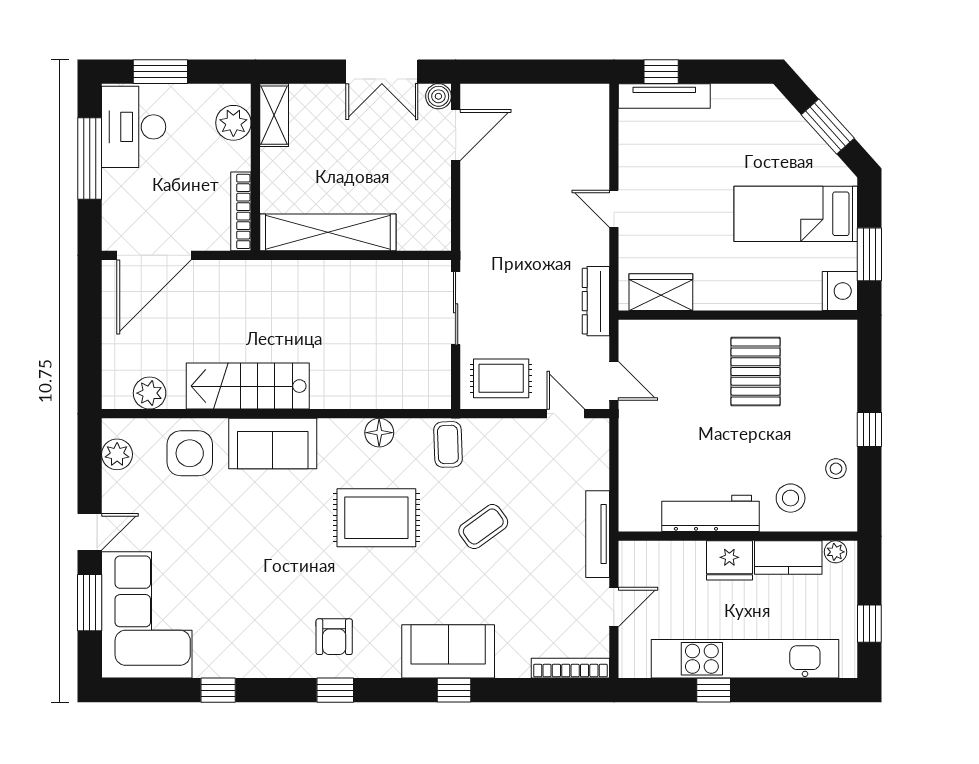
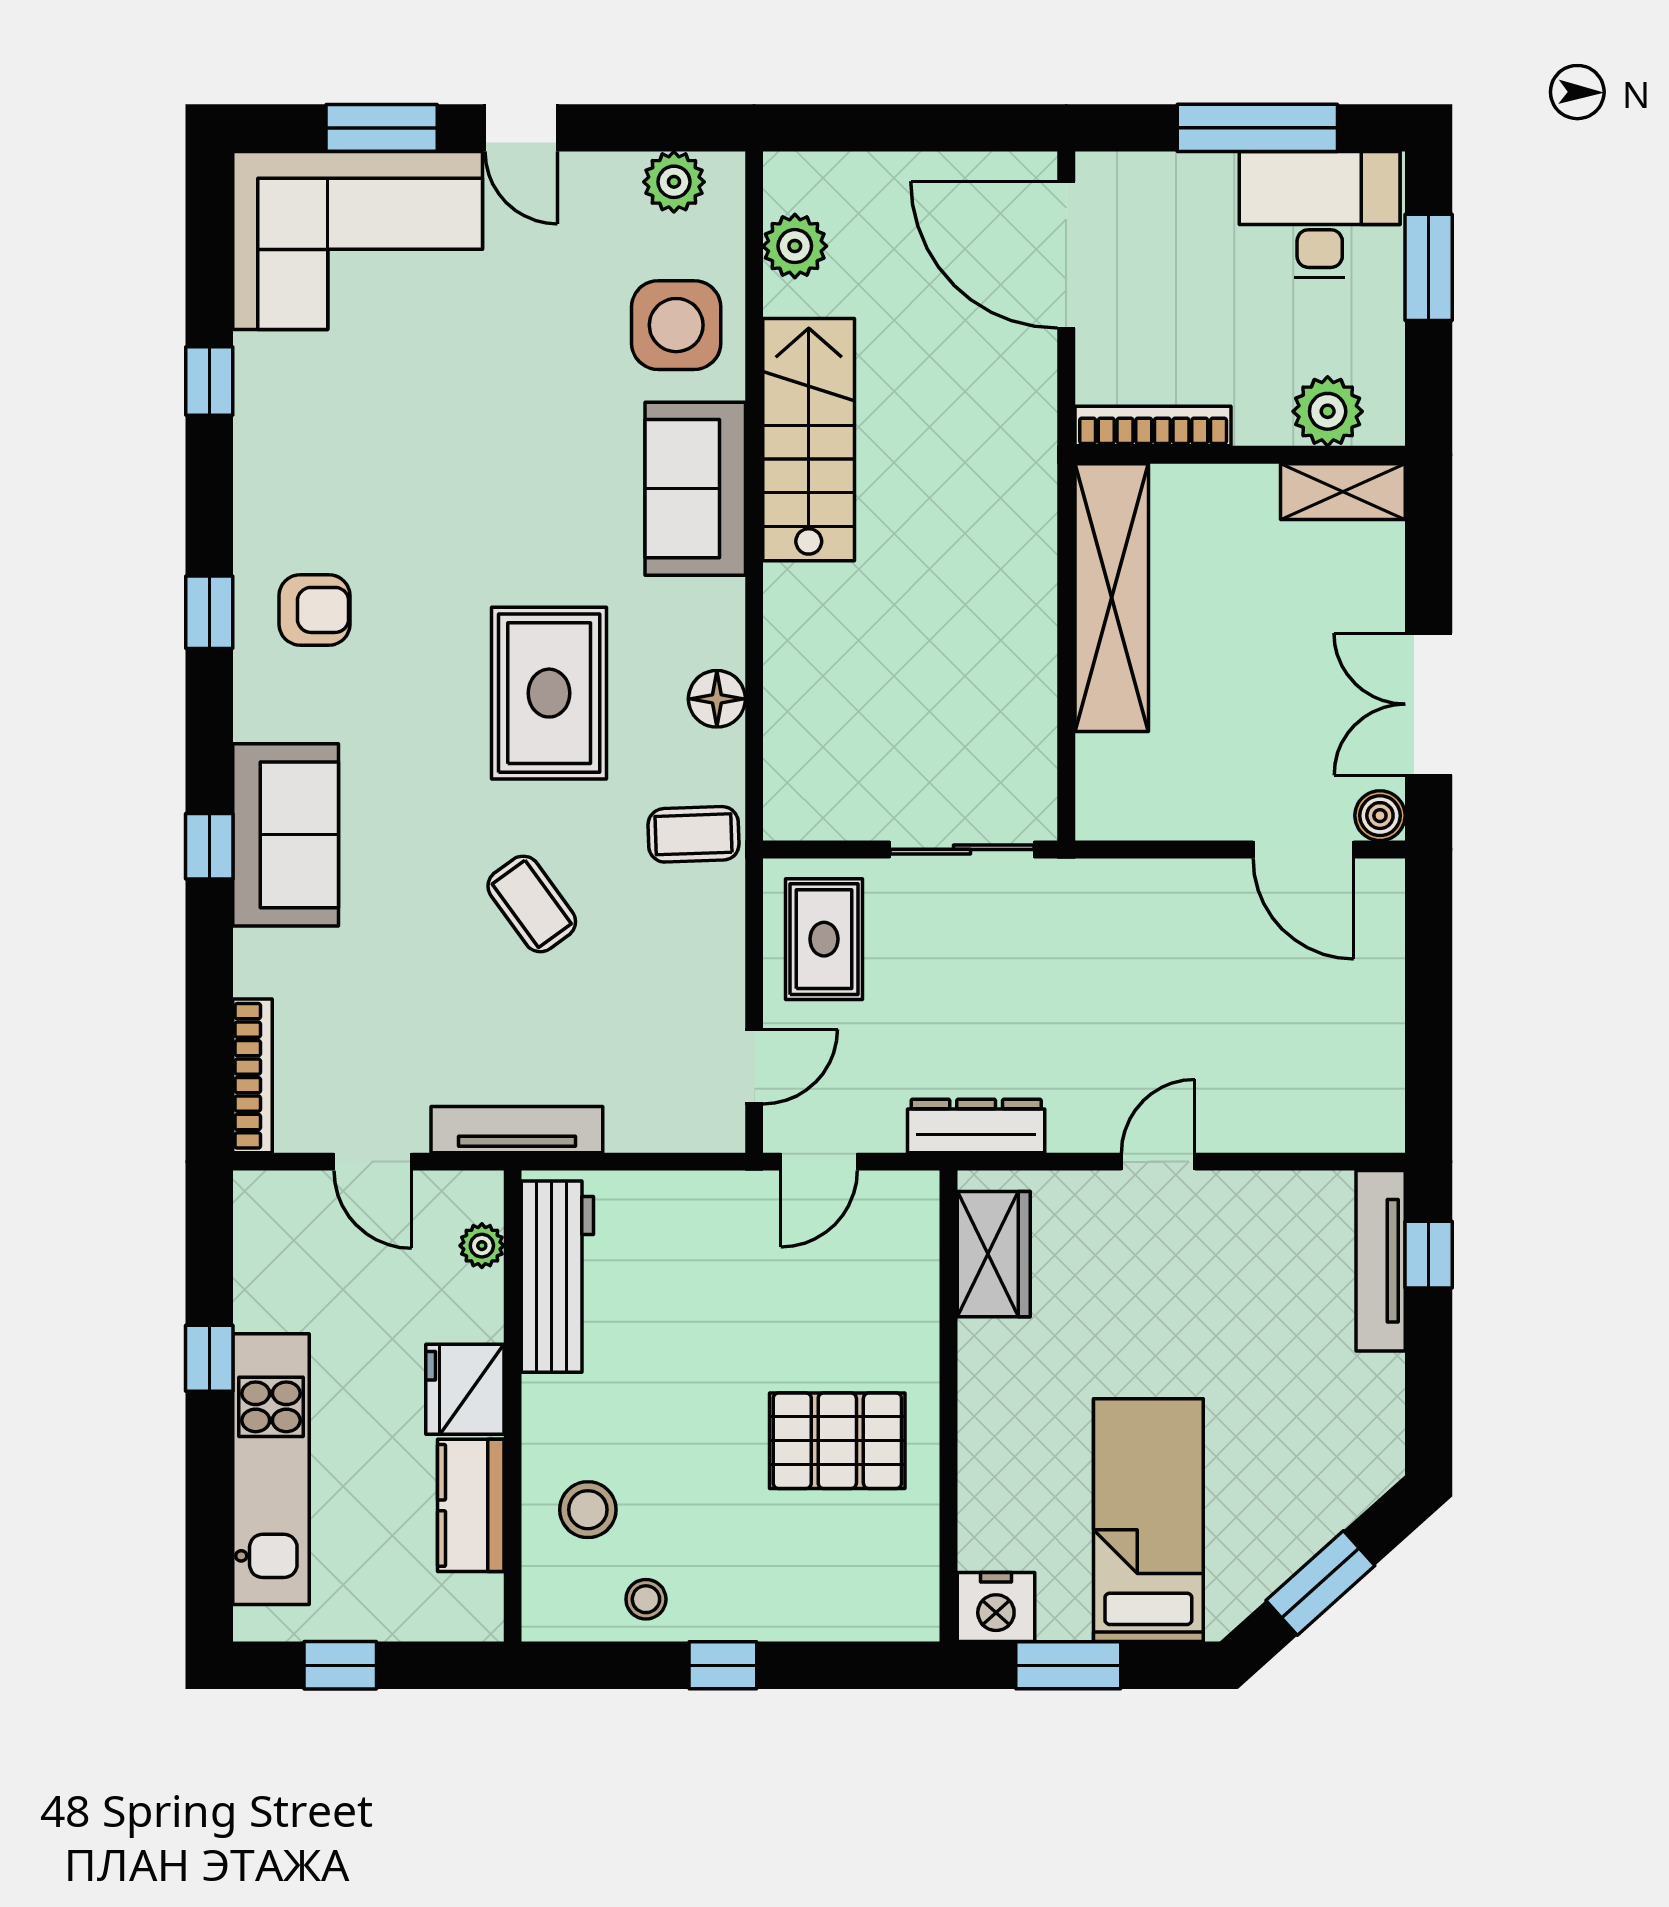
workbench: (711, 513) -> (557, 1277), moved
plant: (836, 552) -> (482, 1246), moved
armchair: (334, 637) -> (315, 610), turned 180
kitchen unit: (745, 659) -> (271, 1469), width x0.73

